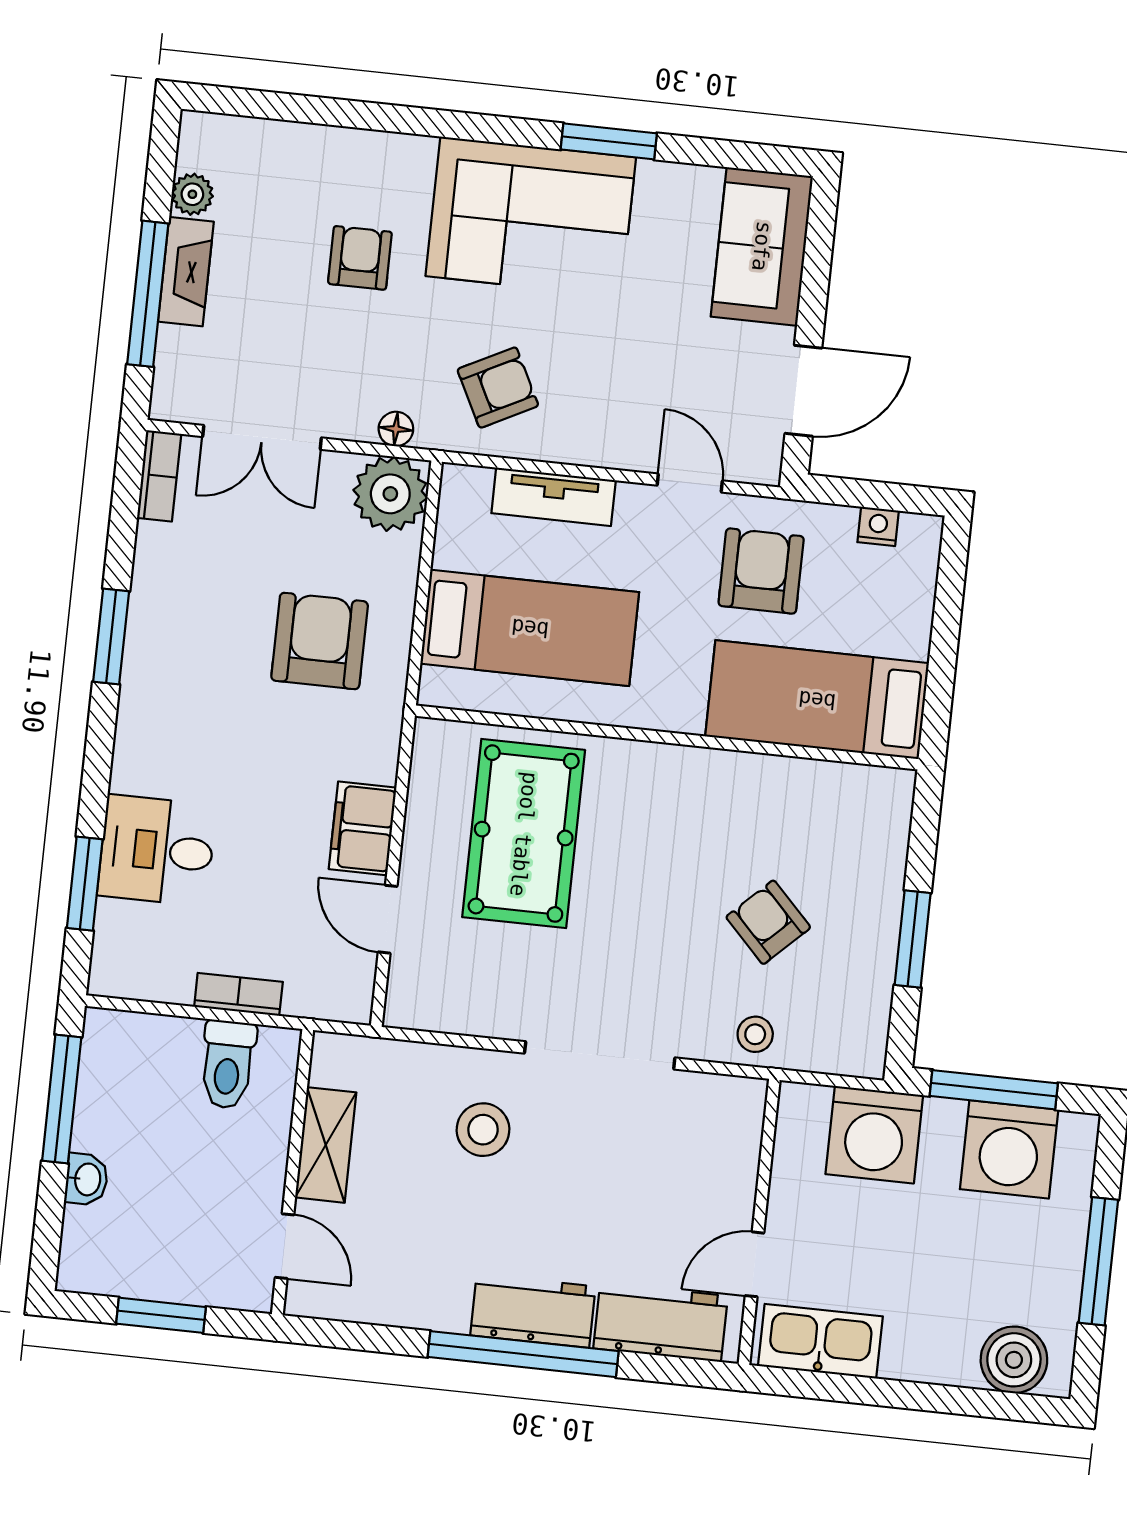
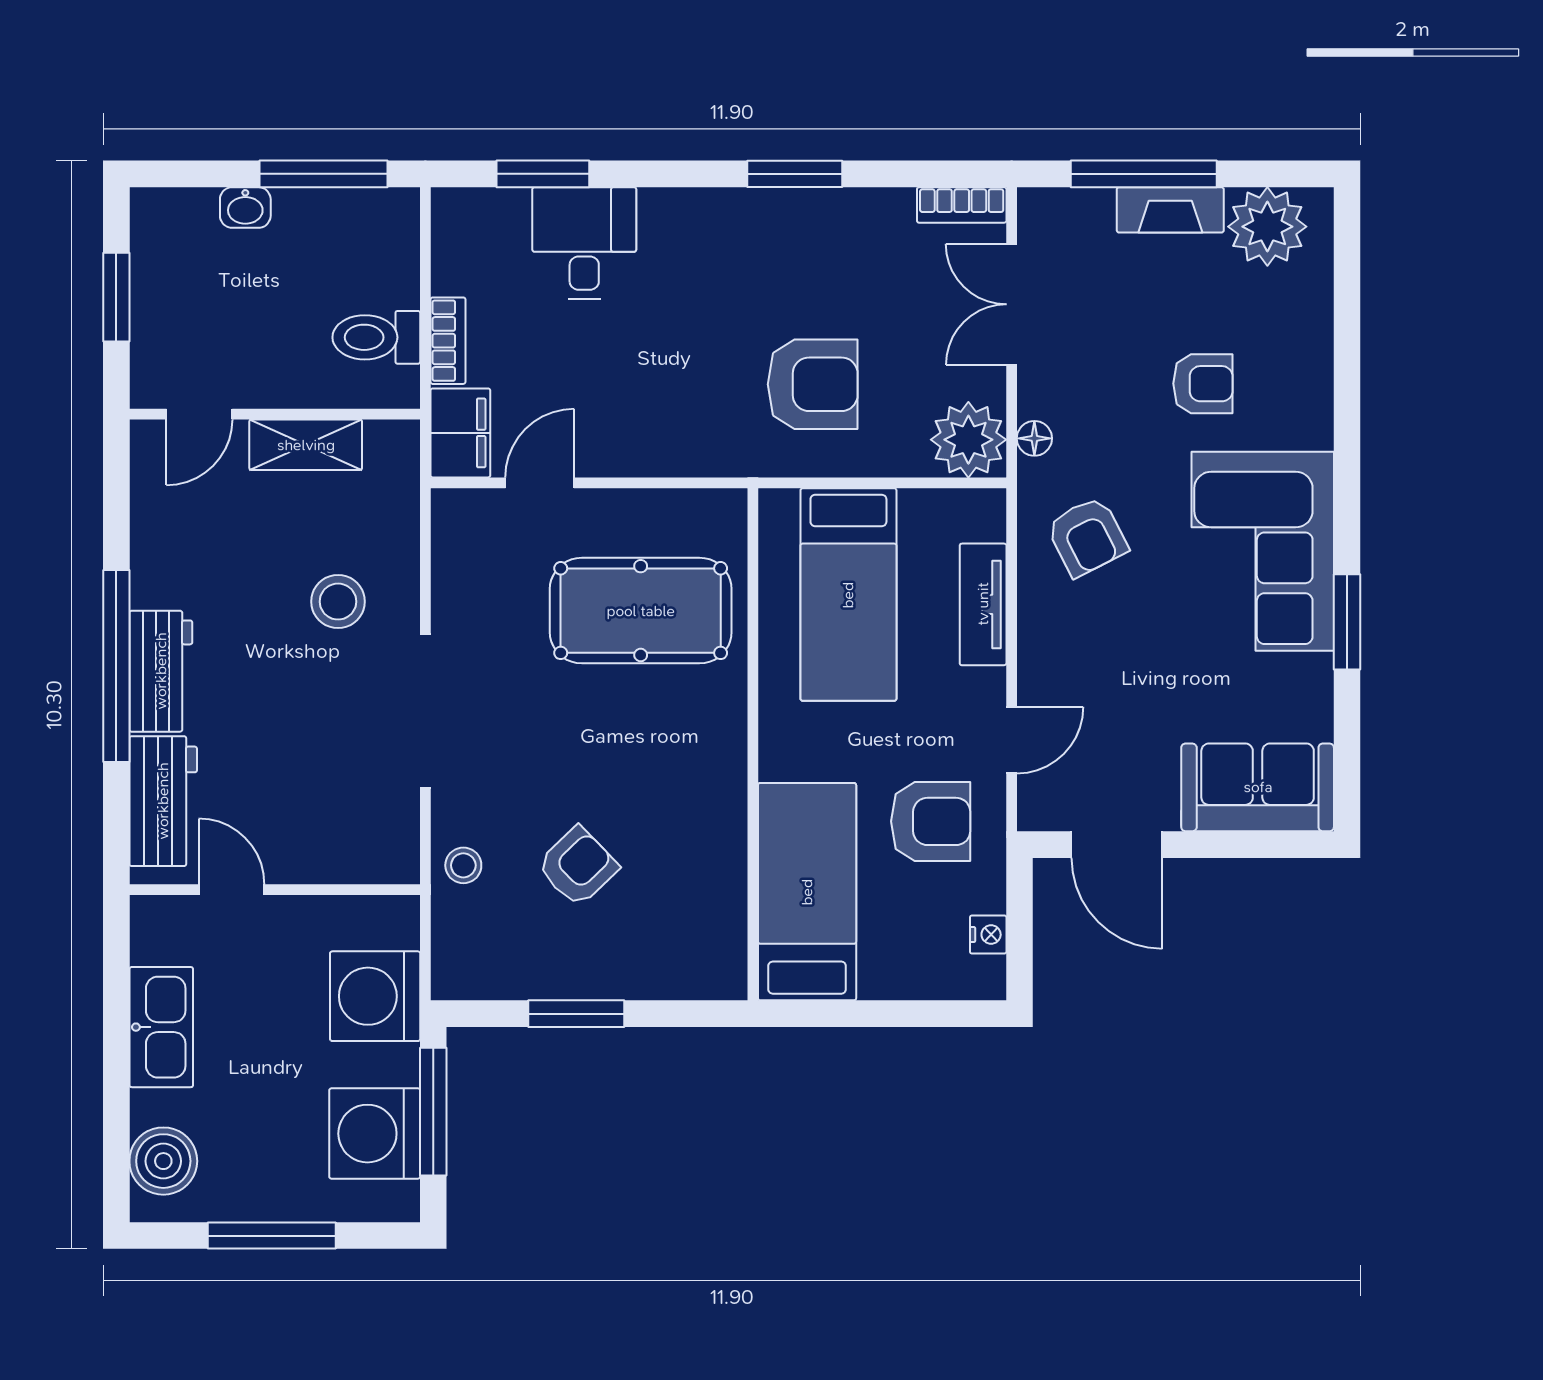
plant: (192, 194) -> (1267, 227), width x1.88, depth x1.88
filing cabinet: (363, 828) -> (460, 433), moved, turned 90
kitchen sink: (820, 1341) -> (161, 1027), moved

